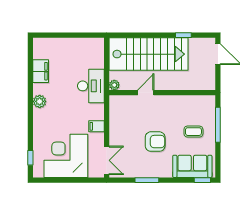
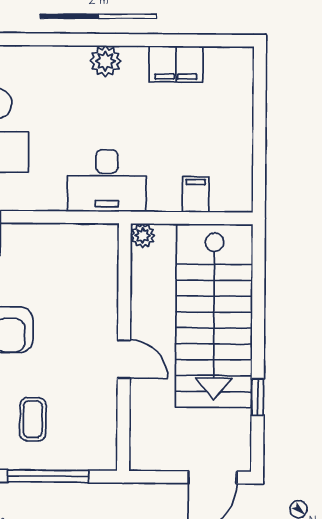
desk: (91, 86) -> (107, 181), moved
door: (146, 93) -> (124, 359), moved
filing cabinet: (97, 126) -> (196, 194), moved

